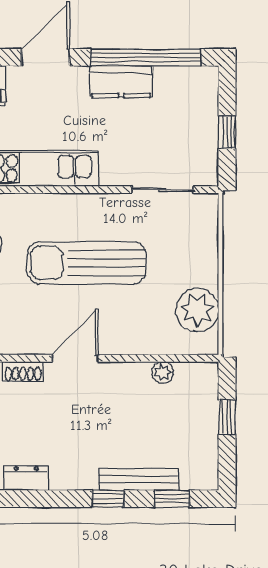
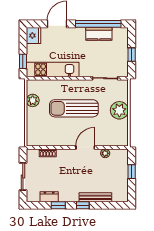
kitchen counter: (121, 81) -> (99, 34), moved
plant: (197, 310) -> (119, 110), moved
door: (75, 358) -> (85, 147), moved
window: (172, 499) -> (58, 205), moved

